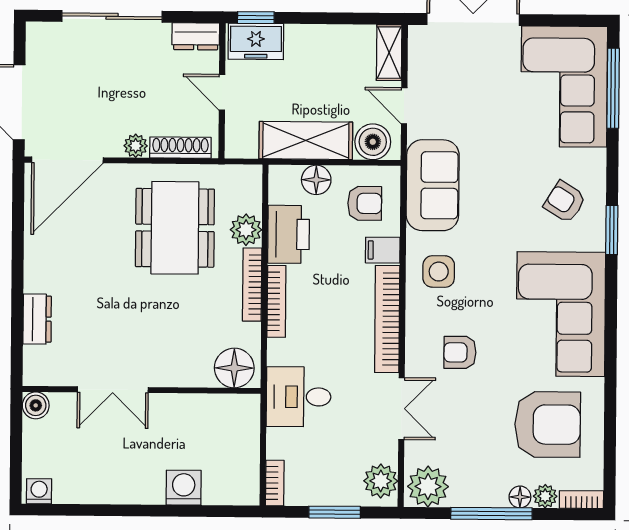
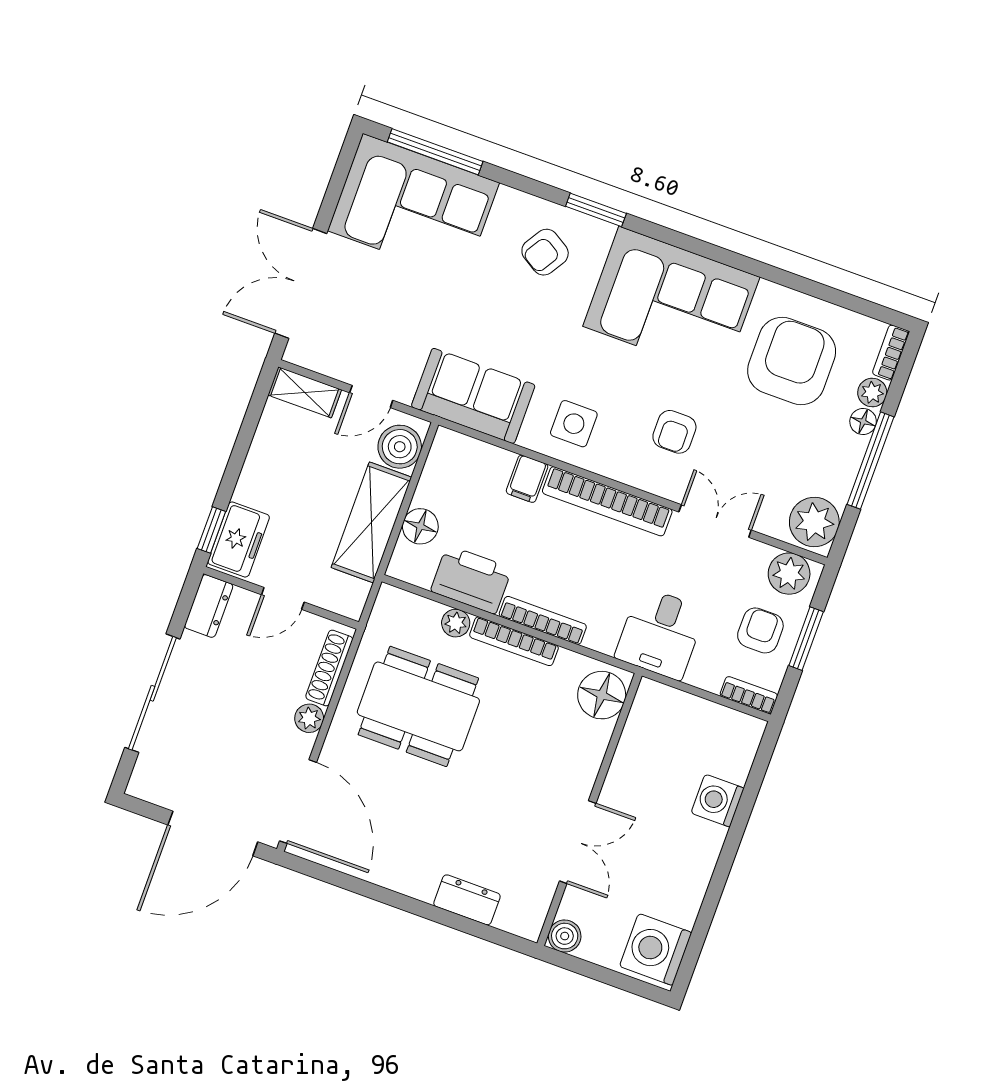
armchair: (365, 203) -> (760, 630), moved
plant: (246, 230) -> (456, 623), width x0.73, depth x0.73
washing machine: (39, 491) -> (656, 949), width x1.89, depth x1.89

